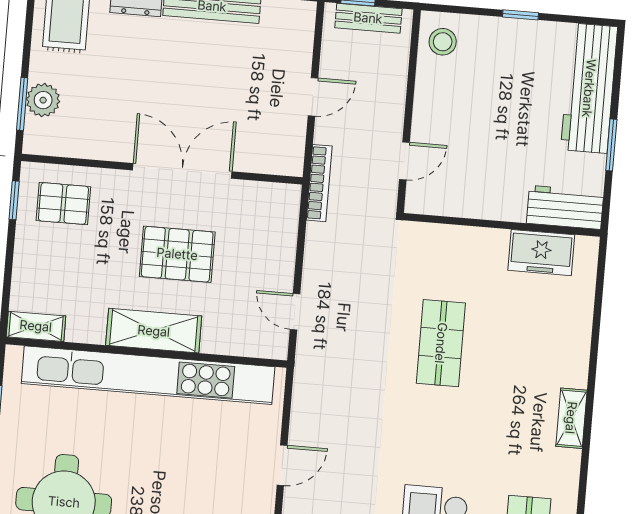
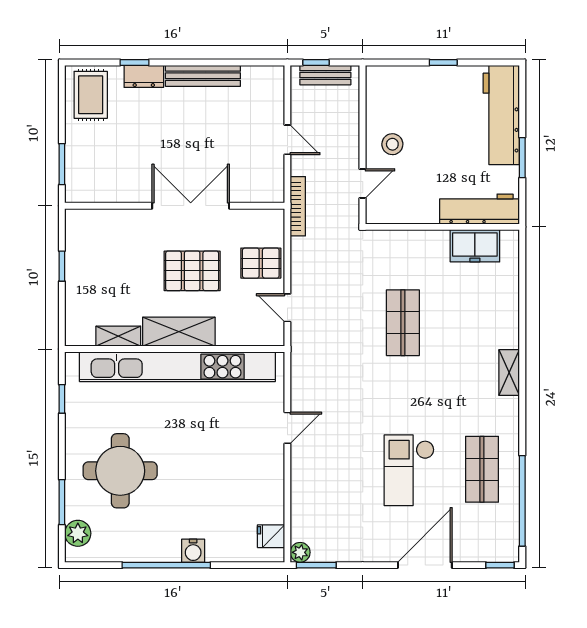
stool: (443, 42) -> (392, 144), moved
door: (313, 97) -> (287, 140), hinge flipped
plant: (43, 100) -> (78, 160), removed
window: (14, 200) -> (62, 266), moved
pallet: (63, 204) -> (261, 263), moved
workbench: (565, 207) -> (480, 209), width x1.38
shelving: (36, 326) -> (118, 336), moved

